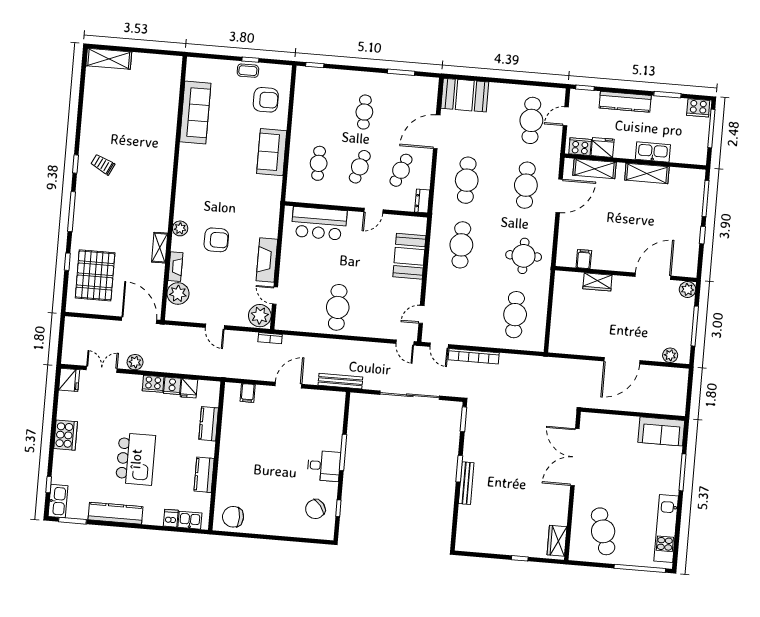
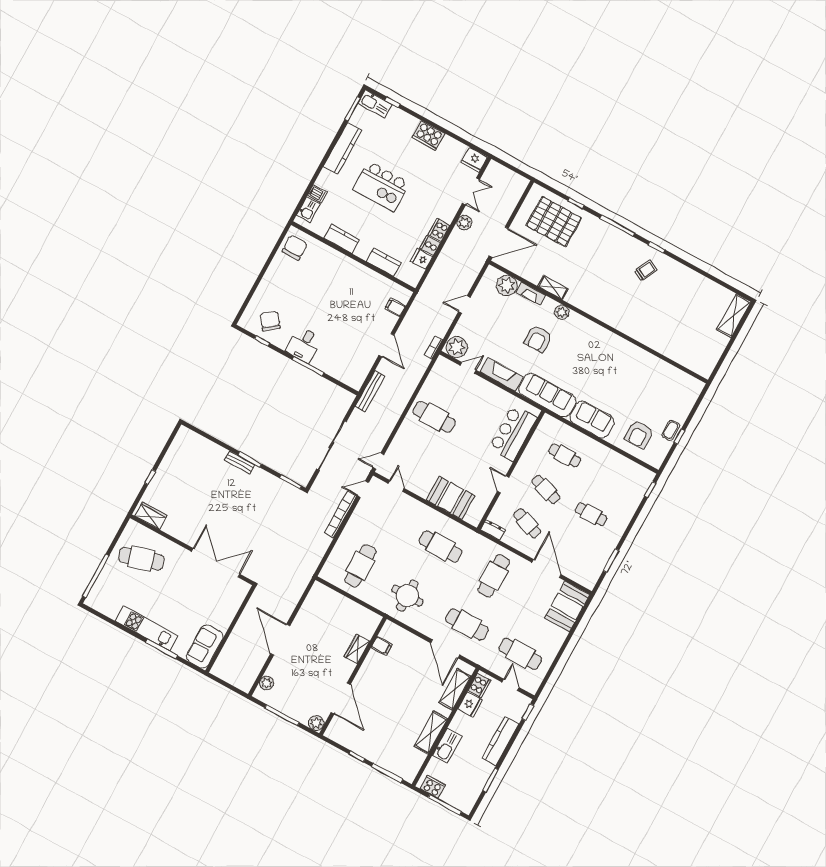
cooker: (698, 108) -> (433, 787), moved, turned 90
sofa: (195, 112) -> (547, 395), moved, turned 180
cafe table: (467, 180) -> (494, 576), turned 90
cafe table: (515, 315) -> (360, 566), turned 90
bench: (466, 483) -> (239, 462), width x0.73
kitchen unit: (666, 528) -> (147, 628), moved

